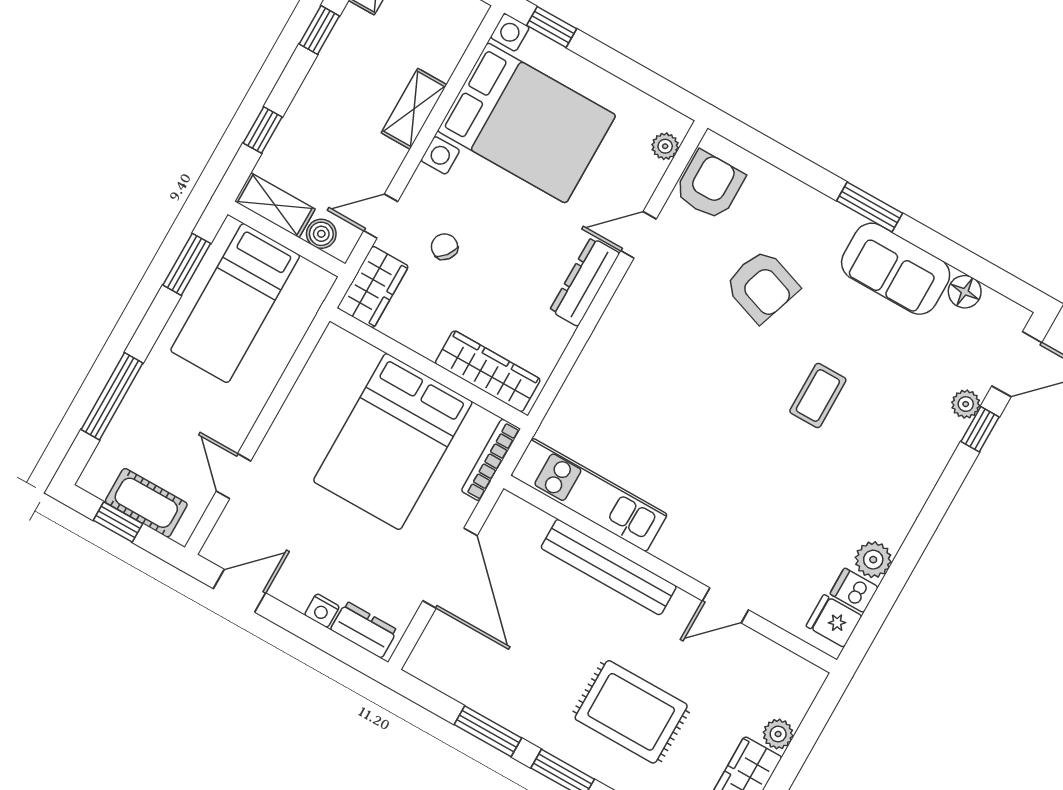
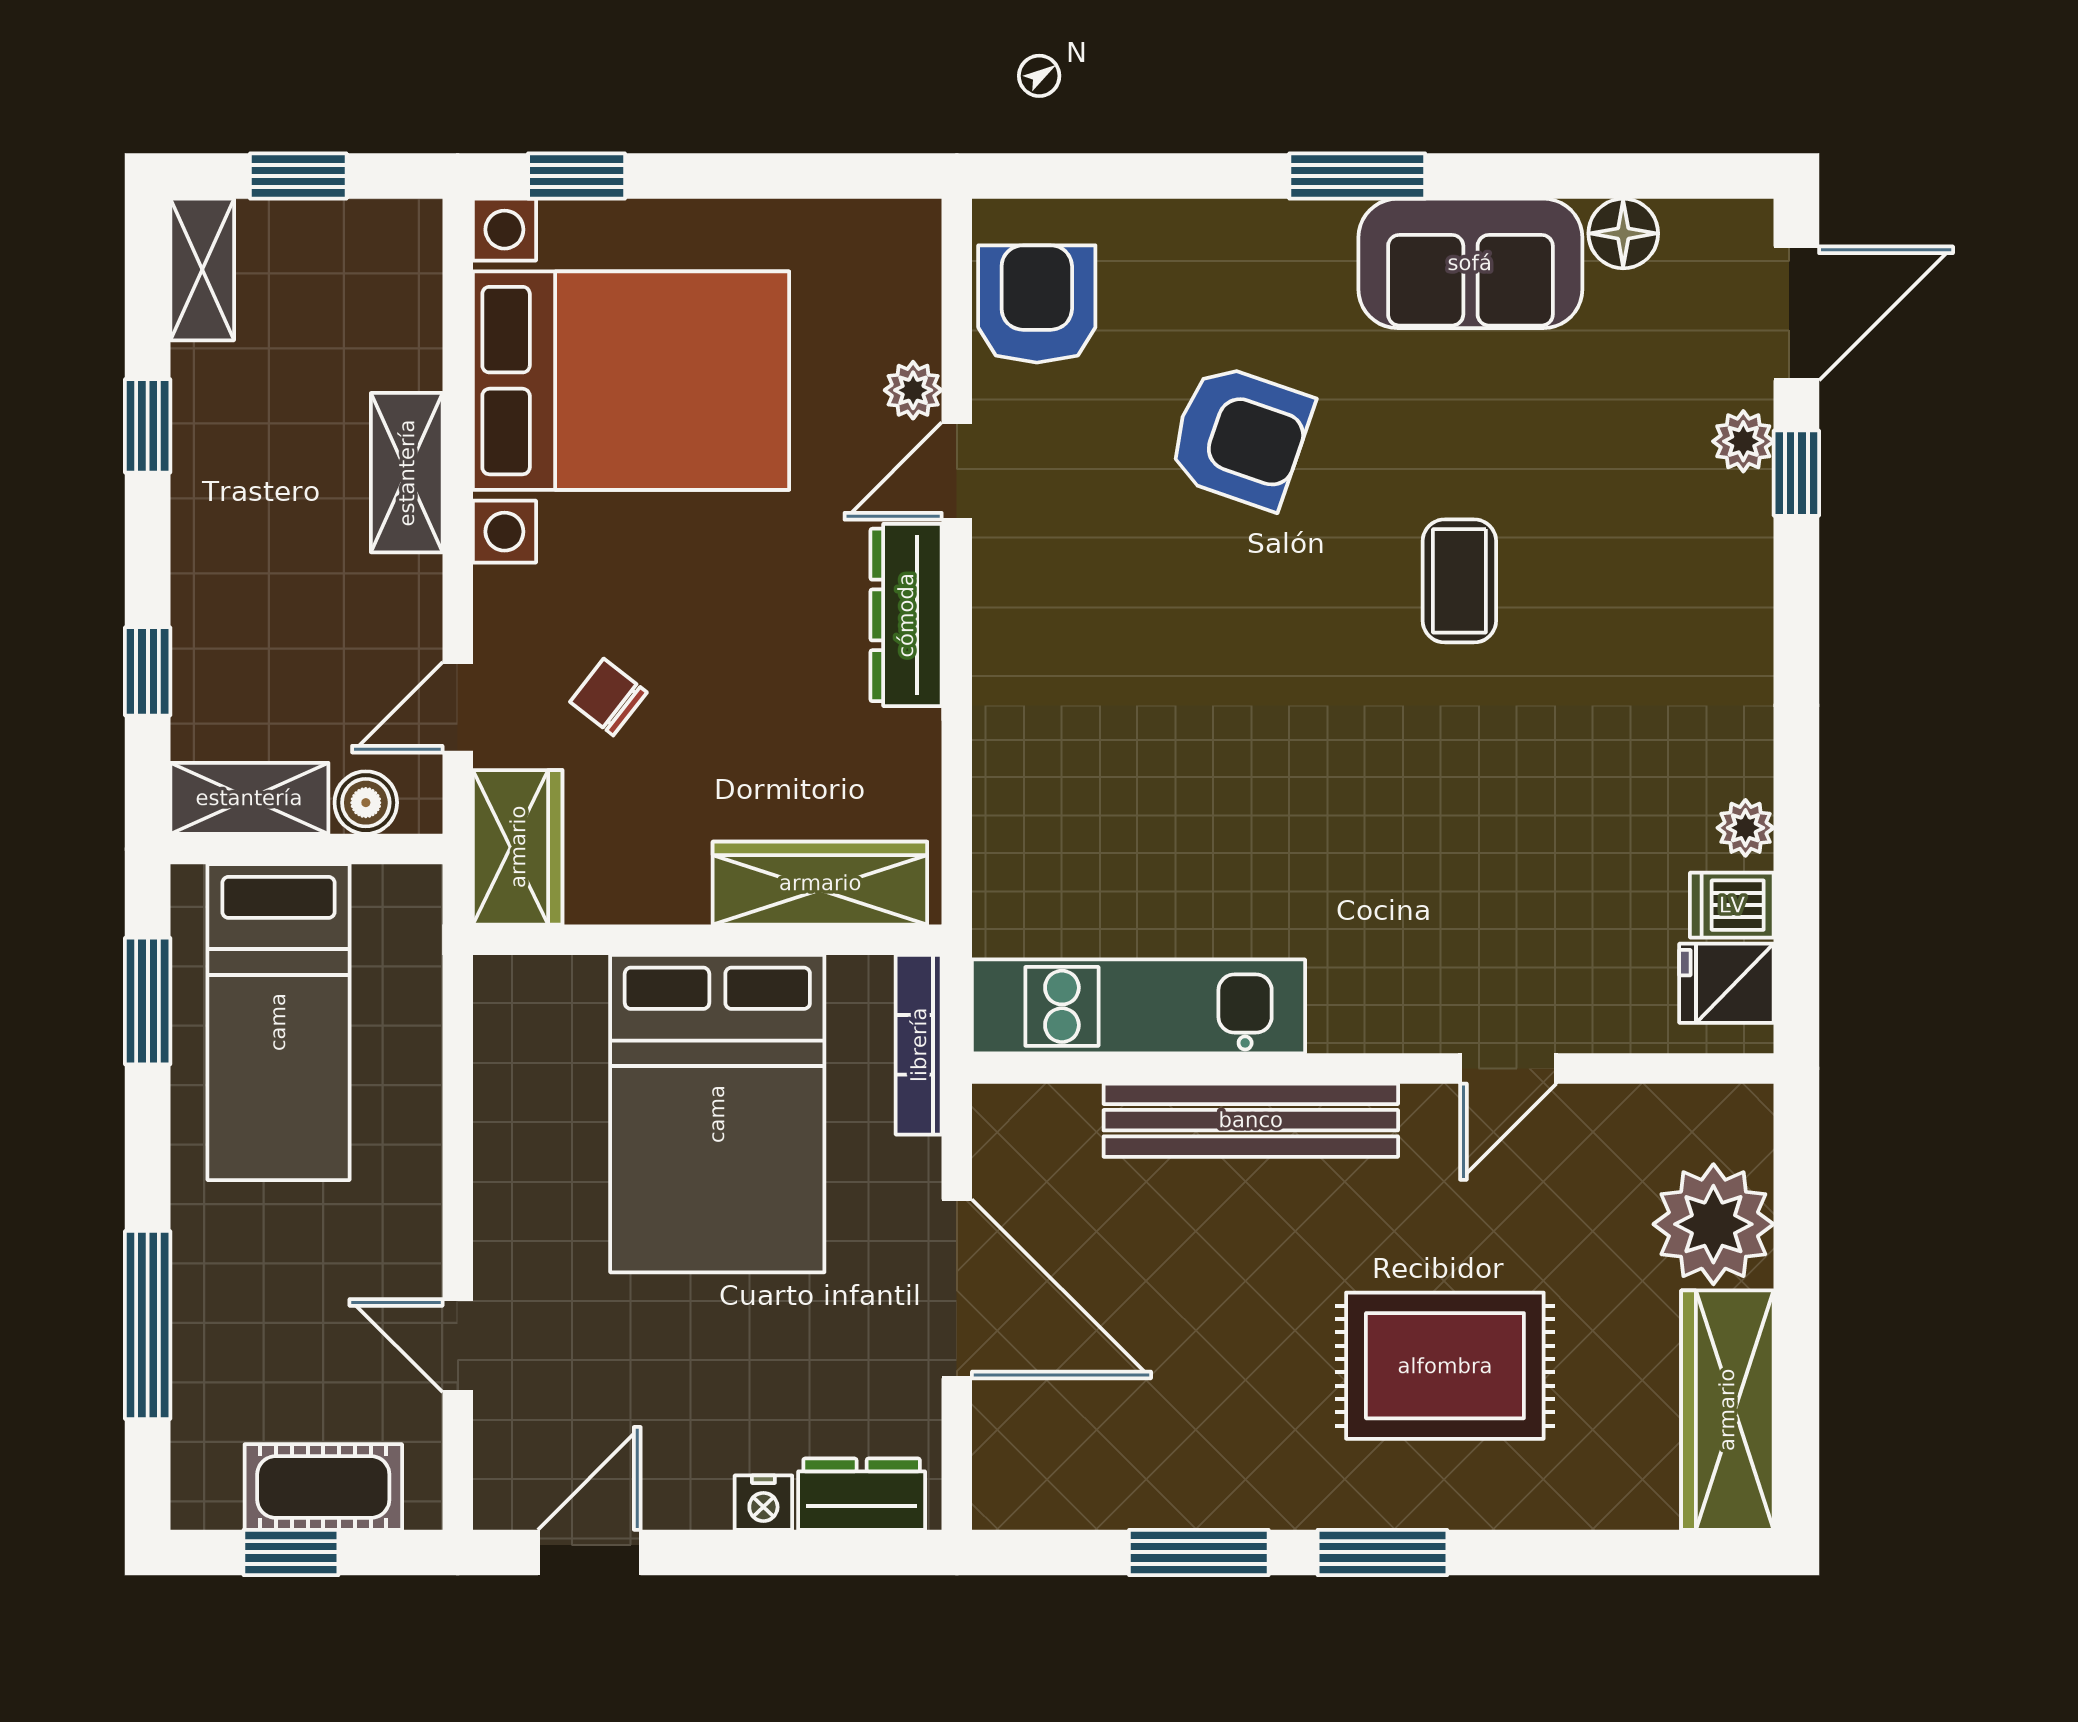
plant: (665, 146) -> (913, 390), moved
plant: (873, 560) -> (1745, 828), width x0.73, depth x0.73
plant: (778, 734) -> (1713, 1224), width x1.88, depth x1.88

